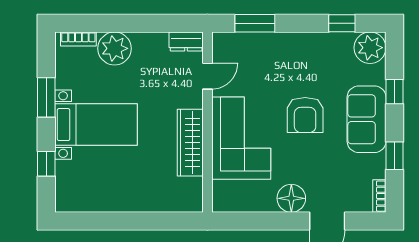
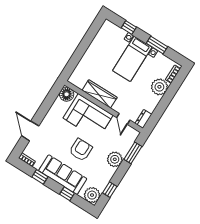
plant: (285, 47) -> (115, 159), added
armchair: (305, 115) -> (81, 150), turned 90
sofa: (367, 119) -> (63, 175), width x1.36
floor lamp: (291, 198) -> (67, 94), moved

